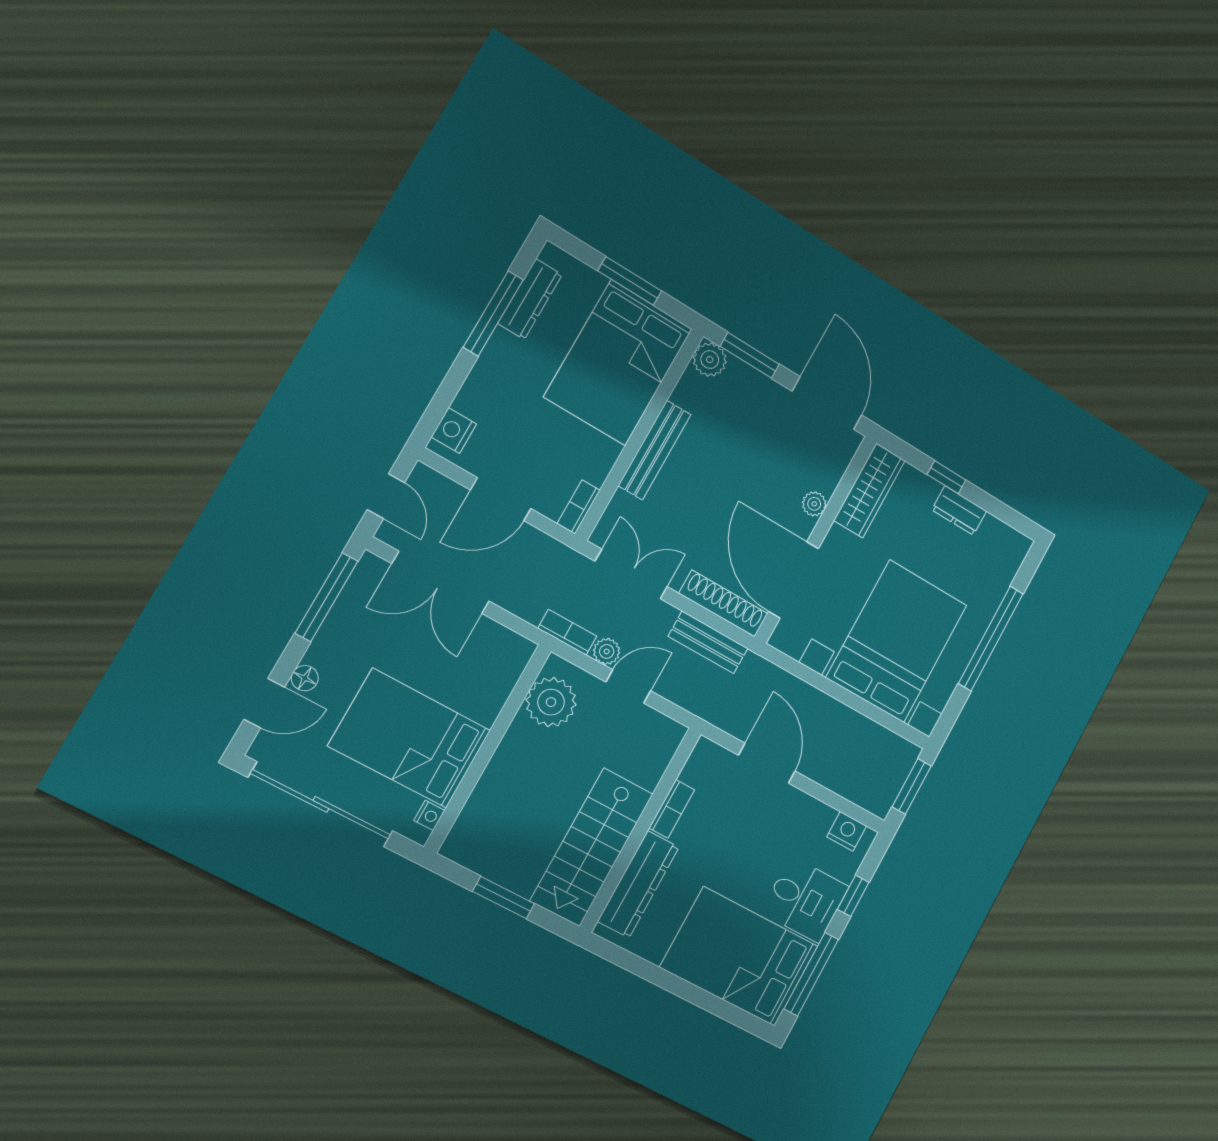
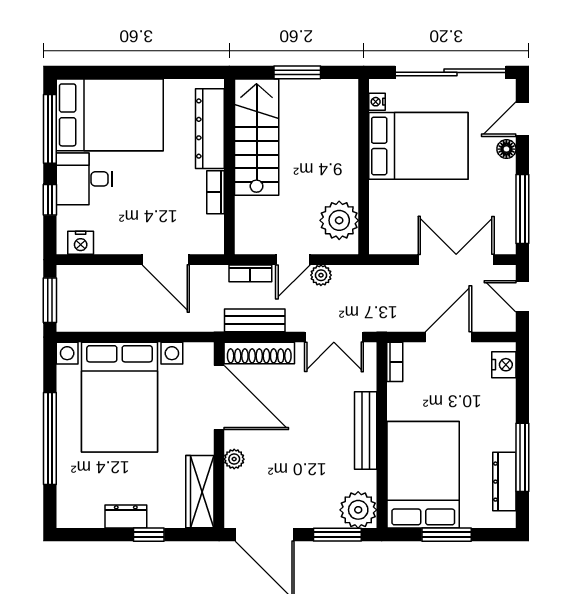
plant: (710, 360) -> (358, 510), width x1.36, depth x1.36
bookcase: (567, 632) -> (250, 273), moved

